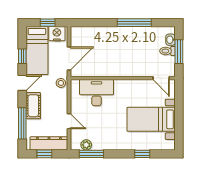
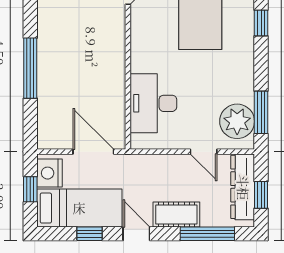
window: (134, 23) -> (30, 68), moved
stool: (61, 83) -> (136, 166), removed
door: (69, 121) -> (204, 152), swing flipped
plant: (86, 145) -> (237, 121), width x1.87, depth x1.87

